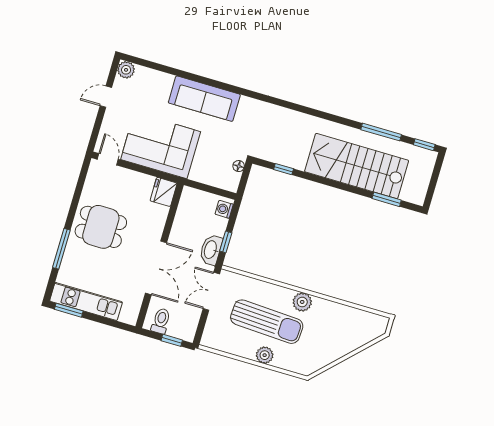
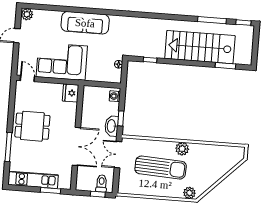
window: (69, 310) -> (50, 191), moved
toilet: (161, 321) -> (101, 183), moved
plant: (265, 355) -> (189, 193), moved

